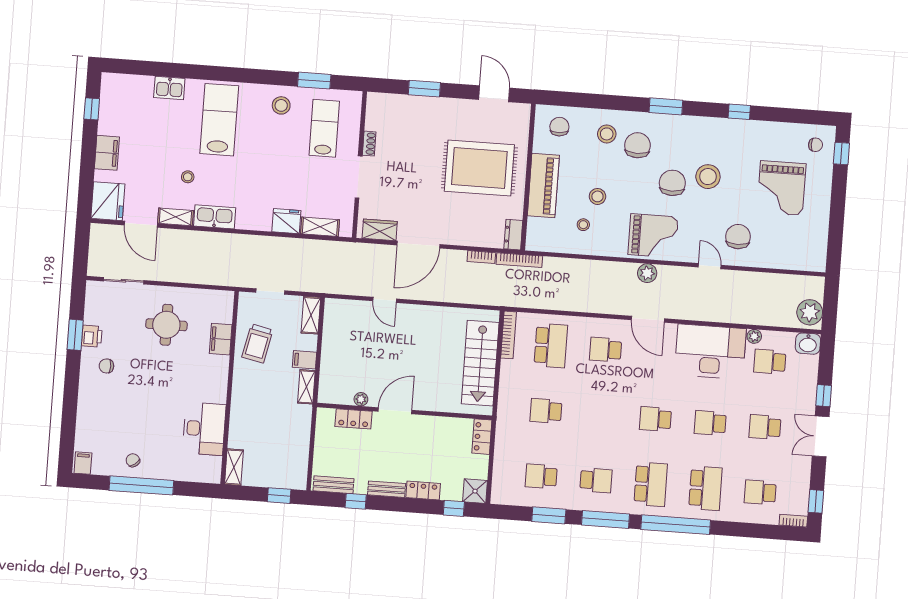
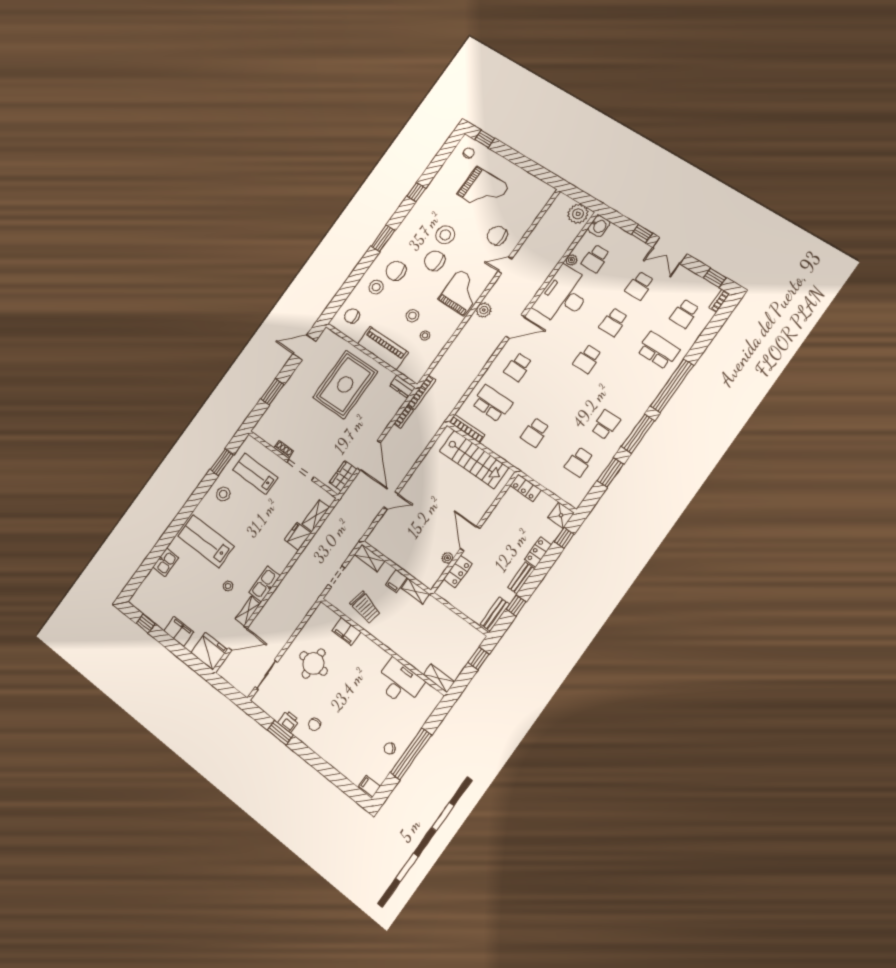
school desk: (651, 484) -> (632, 388), removed

